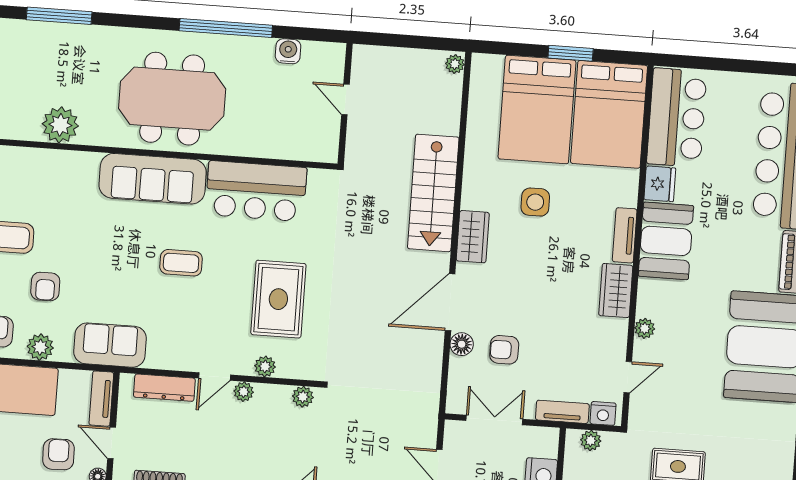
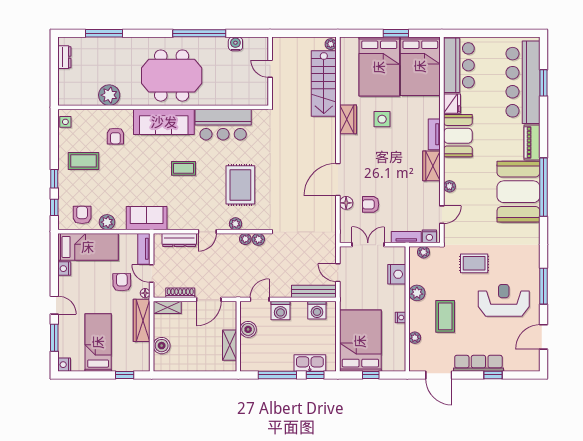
stairs: (433, 193) -> (324, 84), moved
wardrobe: (473, 237) -> (348, 119), moved
armchair: (45, 286) -> (115, 136), moved
plant: (244, 392) -> (245, 239), moved

